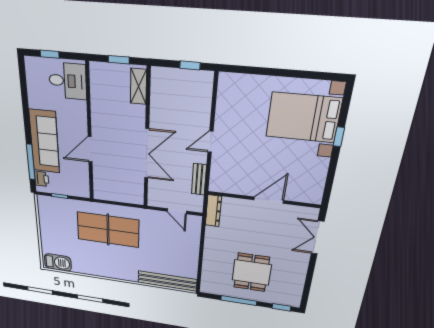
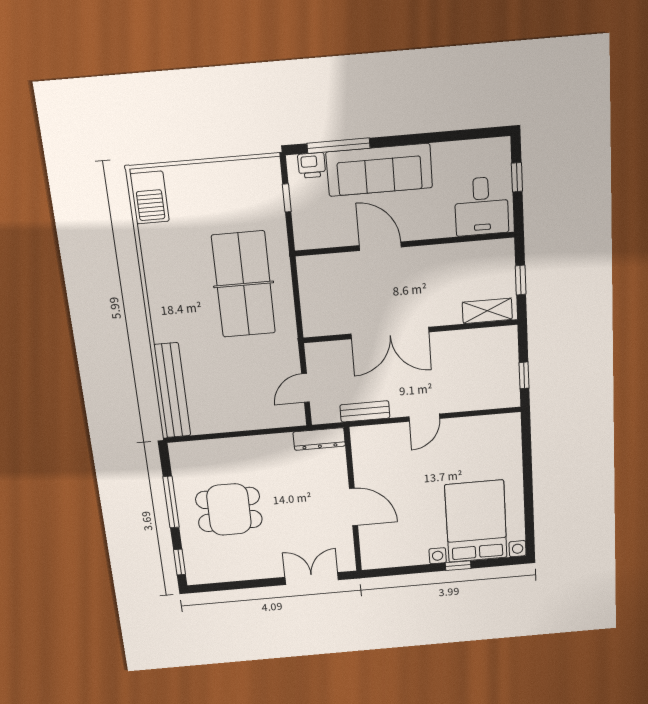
door: (211, 142) -> (424, 418), swing flipped

